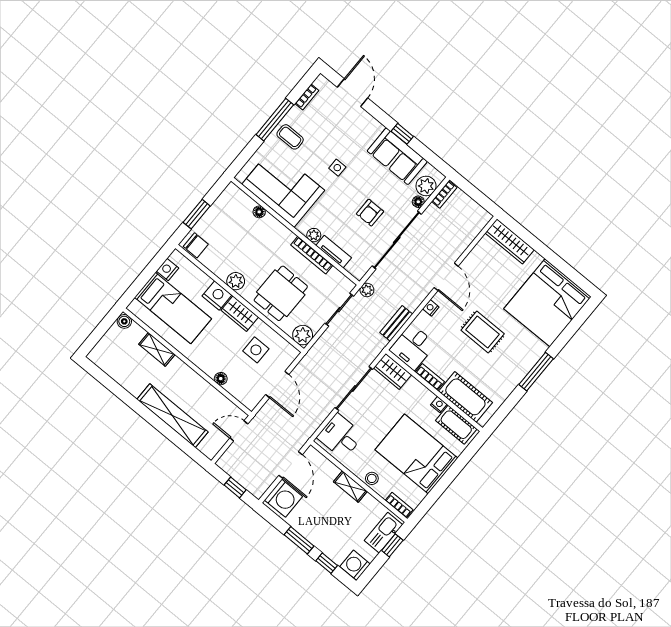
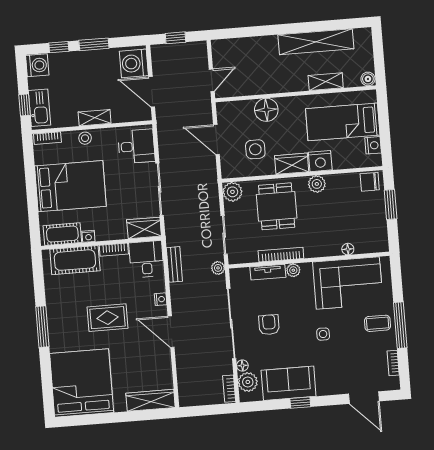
floor lamp: (221, 379) -> (266, 110), width x1.89, depth x1.89
shelving: (173, 416) -> (316, 42), moved

